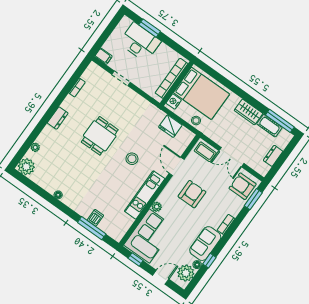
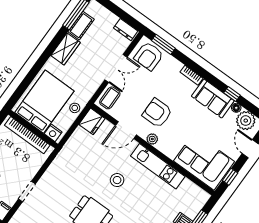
fridge: (170, 126) -> (92, 121), moved
dresser: (273, 156) -> (126, 30), moved
plant: (157, 207) -> (152, 139), moved

